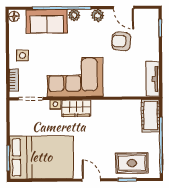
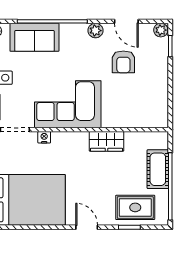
plant: (74, 15) -> (161, 30), moved
armchair: (121, 41) -> (123, 62), turned -98
tv unit: (153, 79) -> (161, 107), removed
wardrobe: (76, 108) -> (107, 141), moved
cot: (151, 116) -> (158, 169), moved

